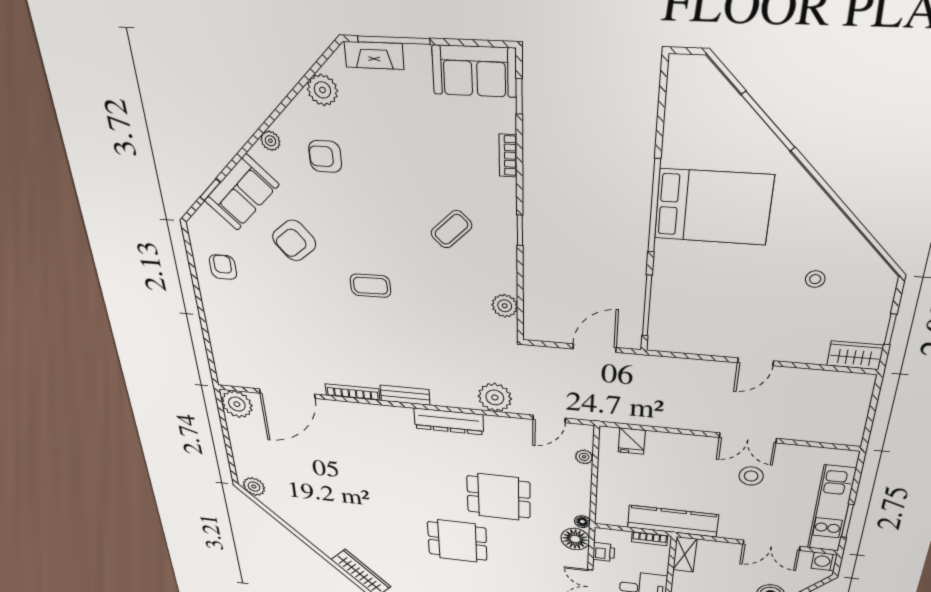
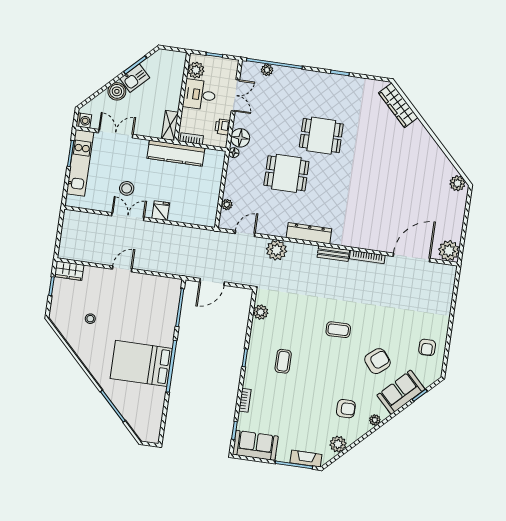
coffee table: (451, 229) -> (283, 361), turned -46
fridge: (632, 441) -> (161, 211), moved

